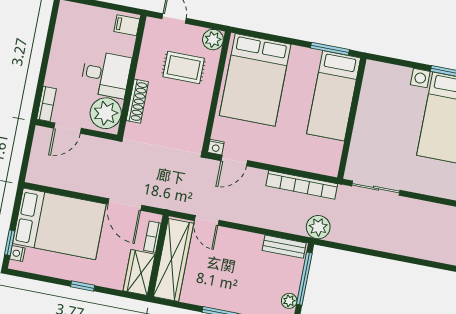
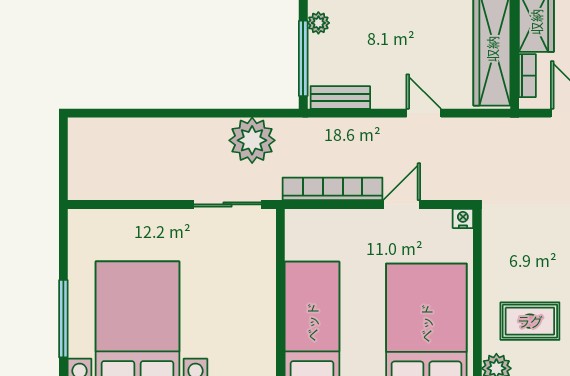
door: (234, 161) -> (402, 204), moved
door: (207, 220) -> (424, 113), moved
plant: (318, 227) -> (252, 140), moved, width x1.36, depth x1.36

